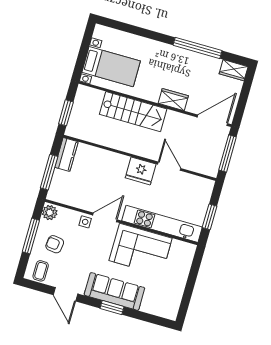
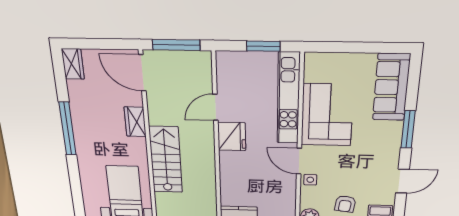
window: (198, 48) -> (68, 129), moved
sofa: (114, 291) -> (391, 87), moved
window: (112, 308) -> (408, 129), width x1.44

